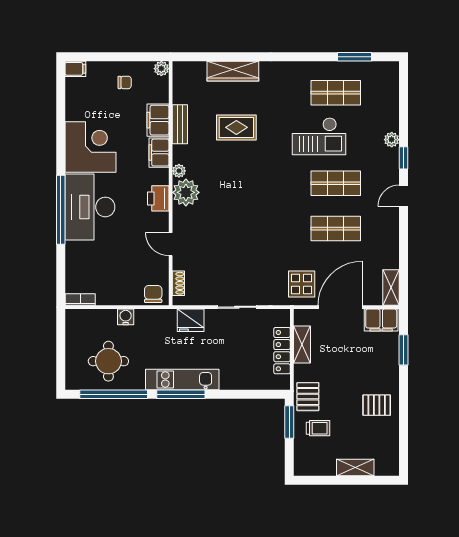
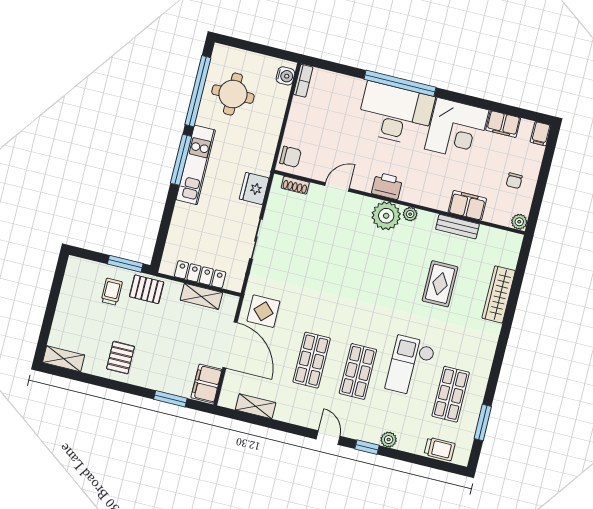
trolley: (389, 91) -> (440, 449), added
filing cabinet: (159, 153) -> (503, 124), moved, turned 180
shelving: (391, 288) -> (256, 406), moved
water cooler: (126, 317) -> (285, 76), moved
trolley: (318, 428) -> (112, 292), turned 180
shelving: (355, 468) -> (64, 359), moved, turned 90

